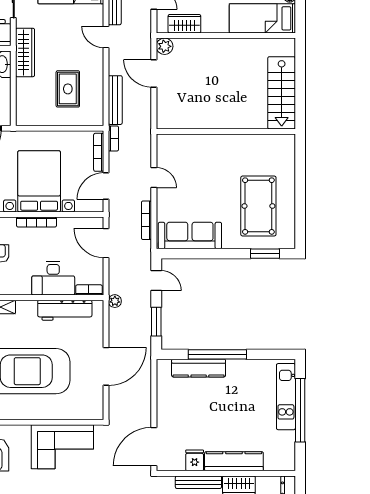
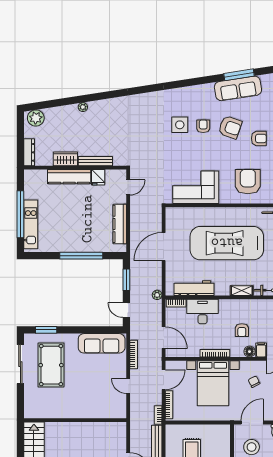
sliding door: (300, 207) -> (20, 364), added
kitchen counter: (199, 368) -> (120, 224), moved, turned -90
door: (154, 447) -> (128, 187), width x0.53

